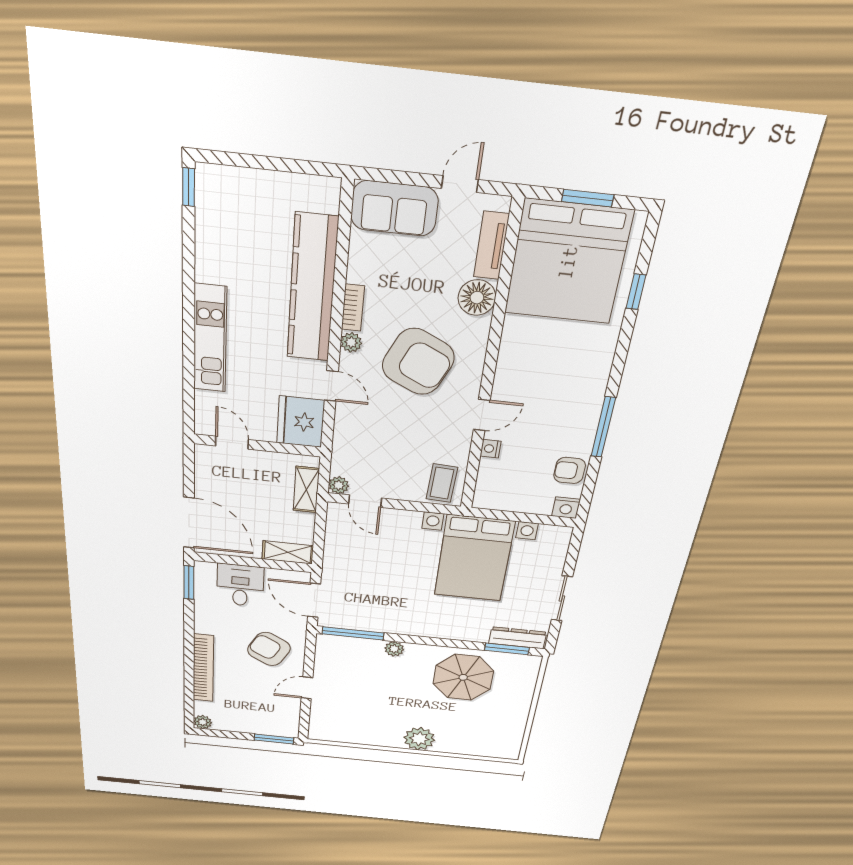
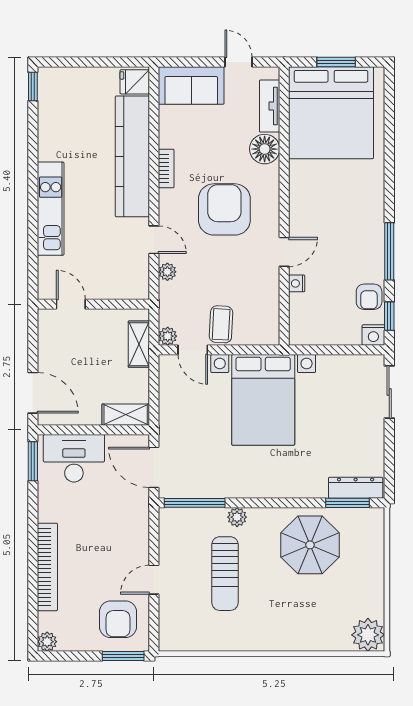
door: (460, 184) -> (239, 62), hinge flipped
window: (636, 292) -> (389, 316), moved
plant: (351, 342) -> (167, 272), moved
armchair: (418, 362) -> (224, 209), turned -115
fridge: (301, 422) -> (135, 82), moved, width x0.53, depth x0.75
armchair: (570, 470) -> (369, 297), turned -90
coffee table: (442, 483) -> (221, 324), moved
door: (189, 523) -> (33, 393), width x0.73
bed with nightstands: (474, 558) -> (263, 400), moved
desk: (240, 585) -> (74, 458), width x1.37
sliding door: (562, 598) -> (389, 392), moved
armchair: (269, 649) -> (118, 619), moved, turned -119
sun lounger: (377, 690) -> (225, 574), added
plant: (419, 739) -> (368, 635), moved

